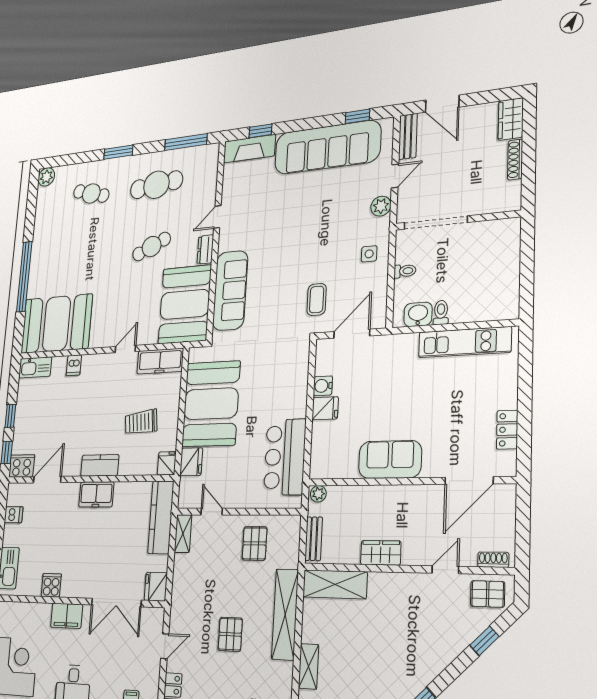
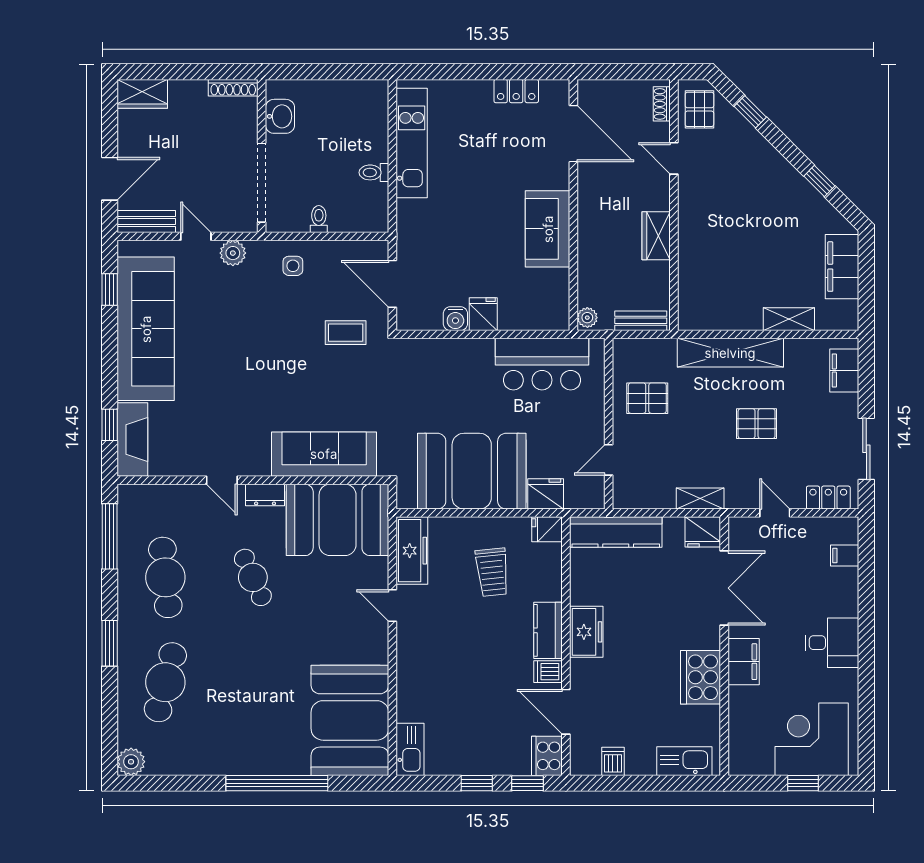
shoe rack: (515, 160) -> (233, 88), moved
cafe table: (91, 193) -> (165, 682), width x1.37, depth x1.35
washbasin: (418, 314) -> (280, 116), moved, turned 180
dishwasher: (74, 365) -> (548, 672), moved, turned 180
shelving: (183, 534) -> (700, 498), moved
shelving: (335, 584) -> (694, 291), removed
cooker: (51, 585) -> (701, 677), width x1.87, depth x1.31

